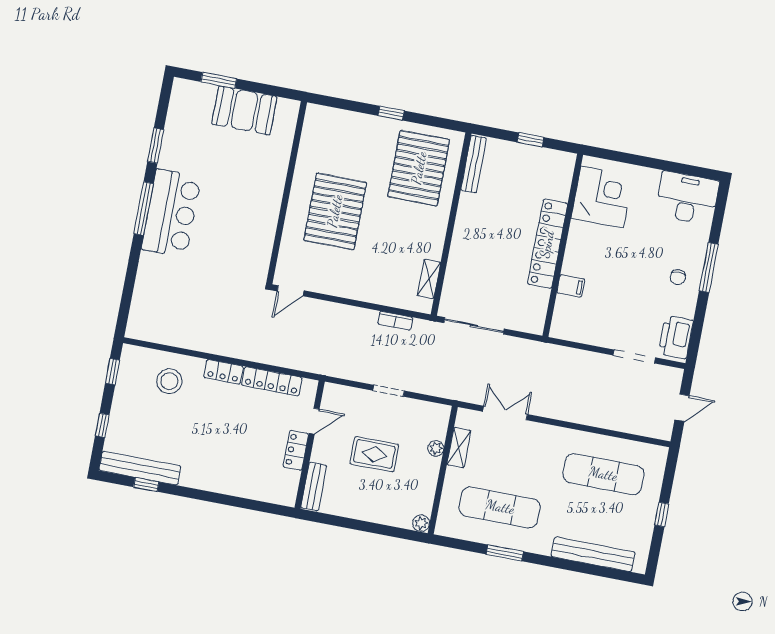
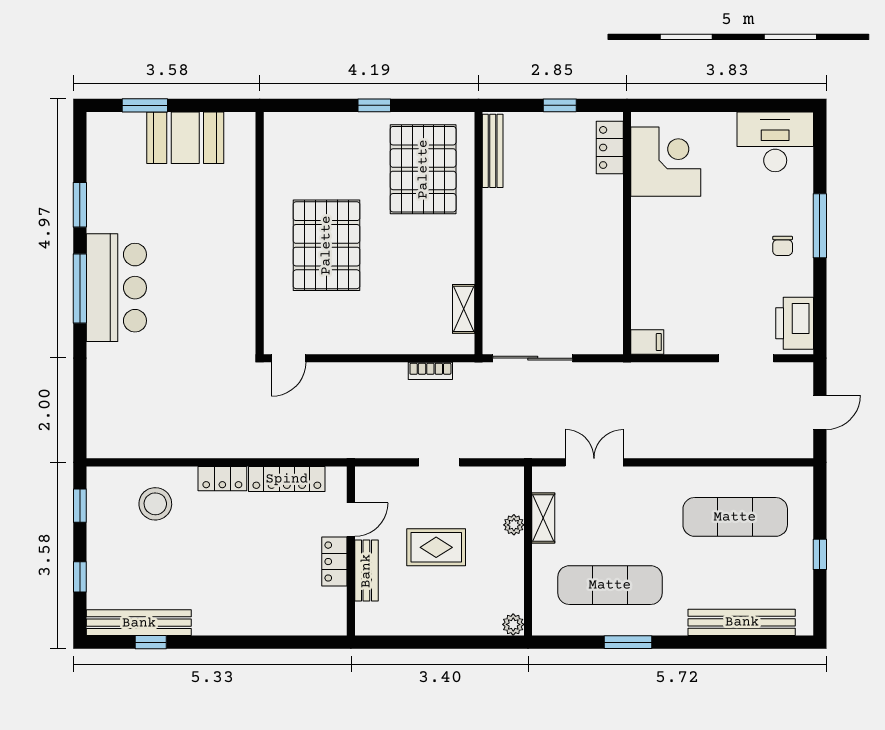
locker: (547, 244) -> (610, 147), moved, width x0.46, depth x0.83
filing cabinet: (571, 286) -> (647, 342), moved
bench: (314, 487) -> (366, 571), moved

